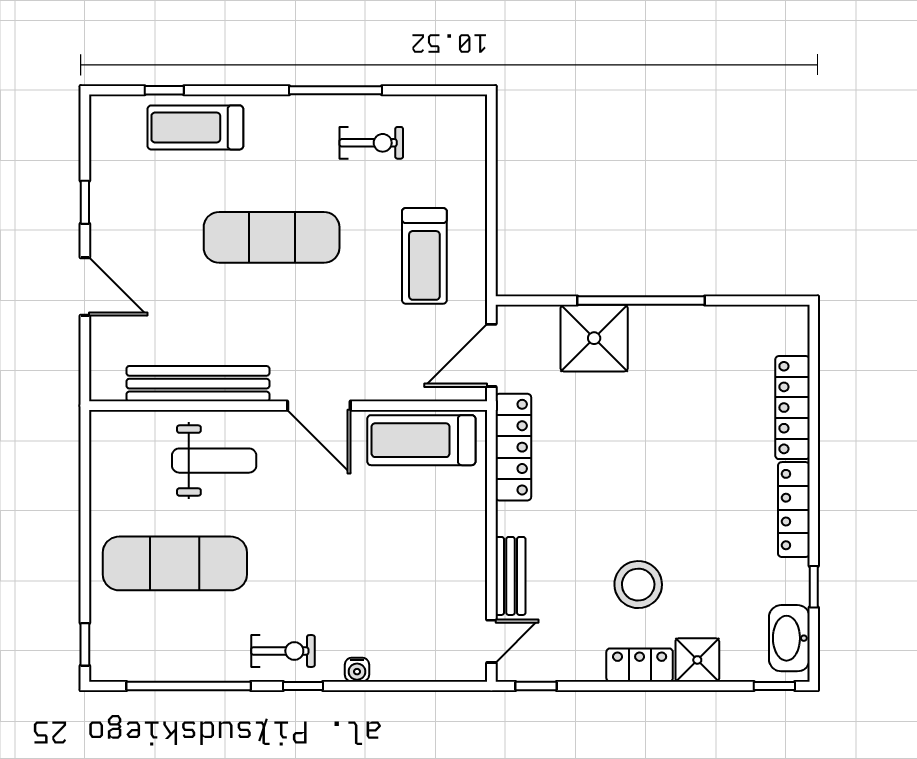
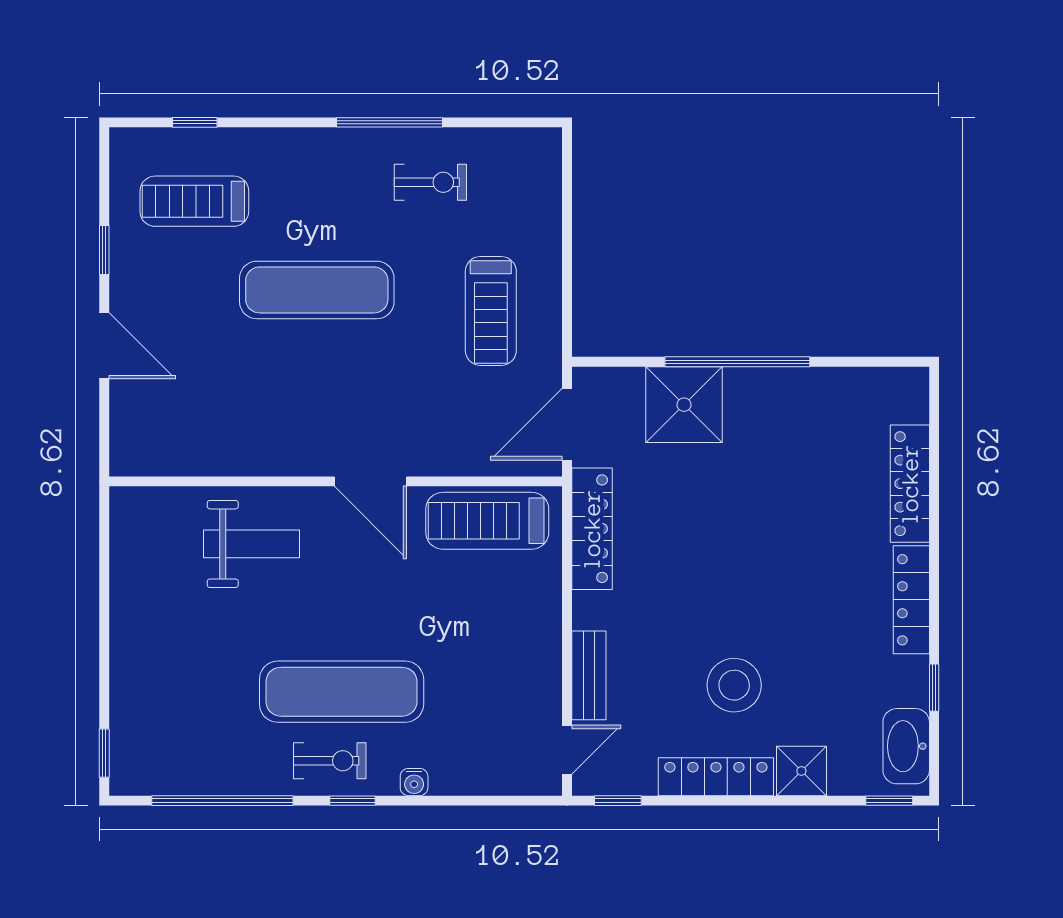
treadmill: (195, 127) -> (194, 201), moved
bench: (198, 384) -> (233, 456), removed
exercise mat: (175, 563) -> (342, 692), moved
locker: (640, 665) -> (716, 777), width x1.53

